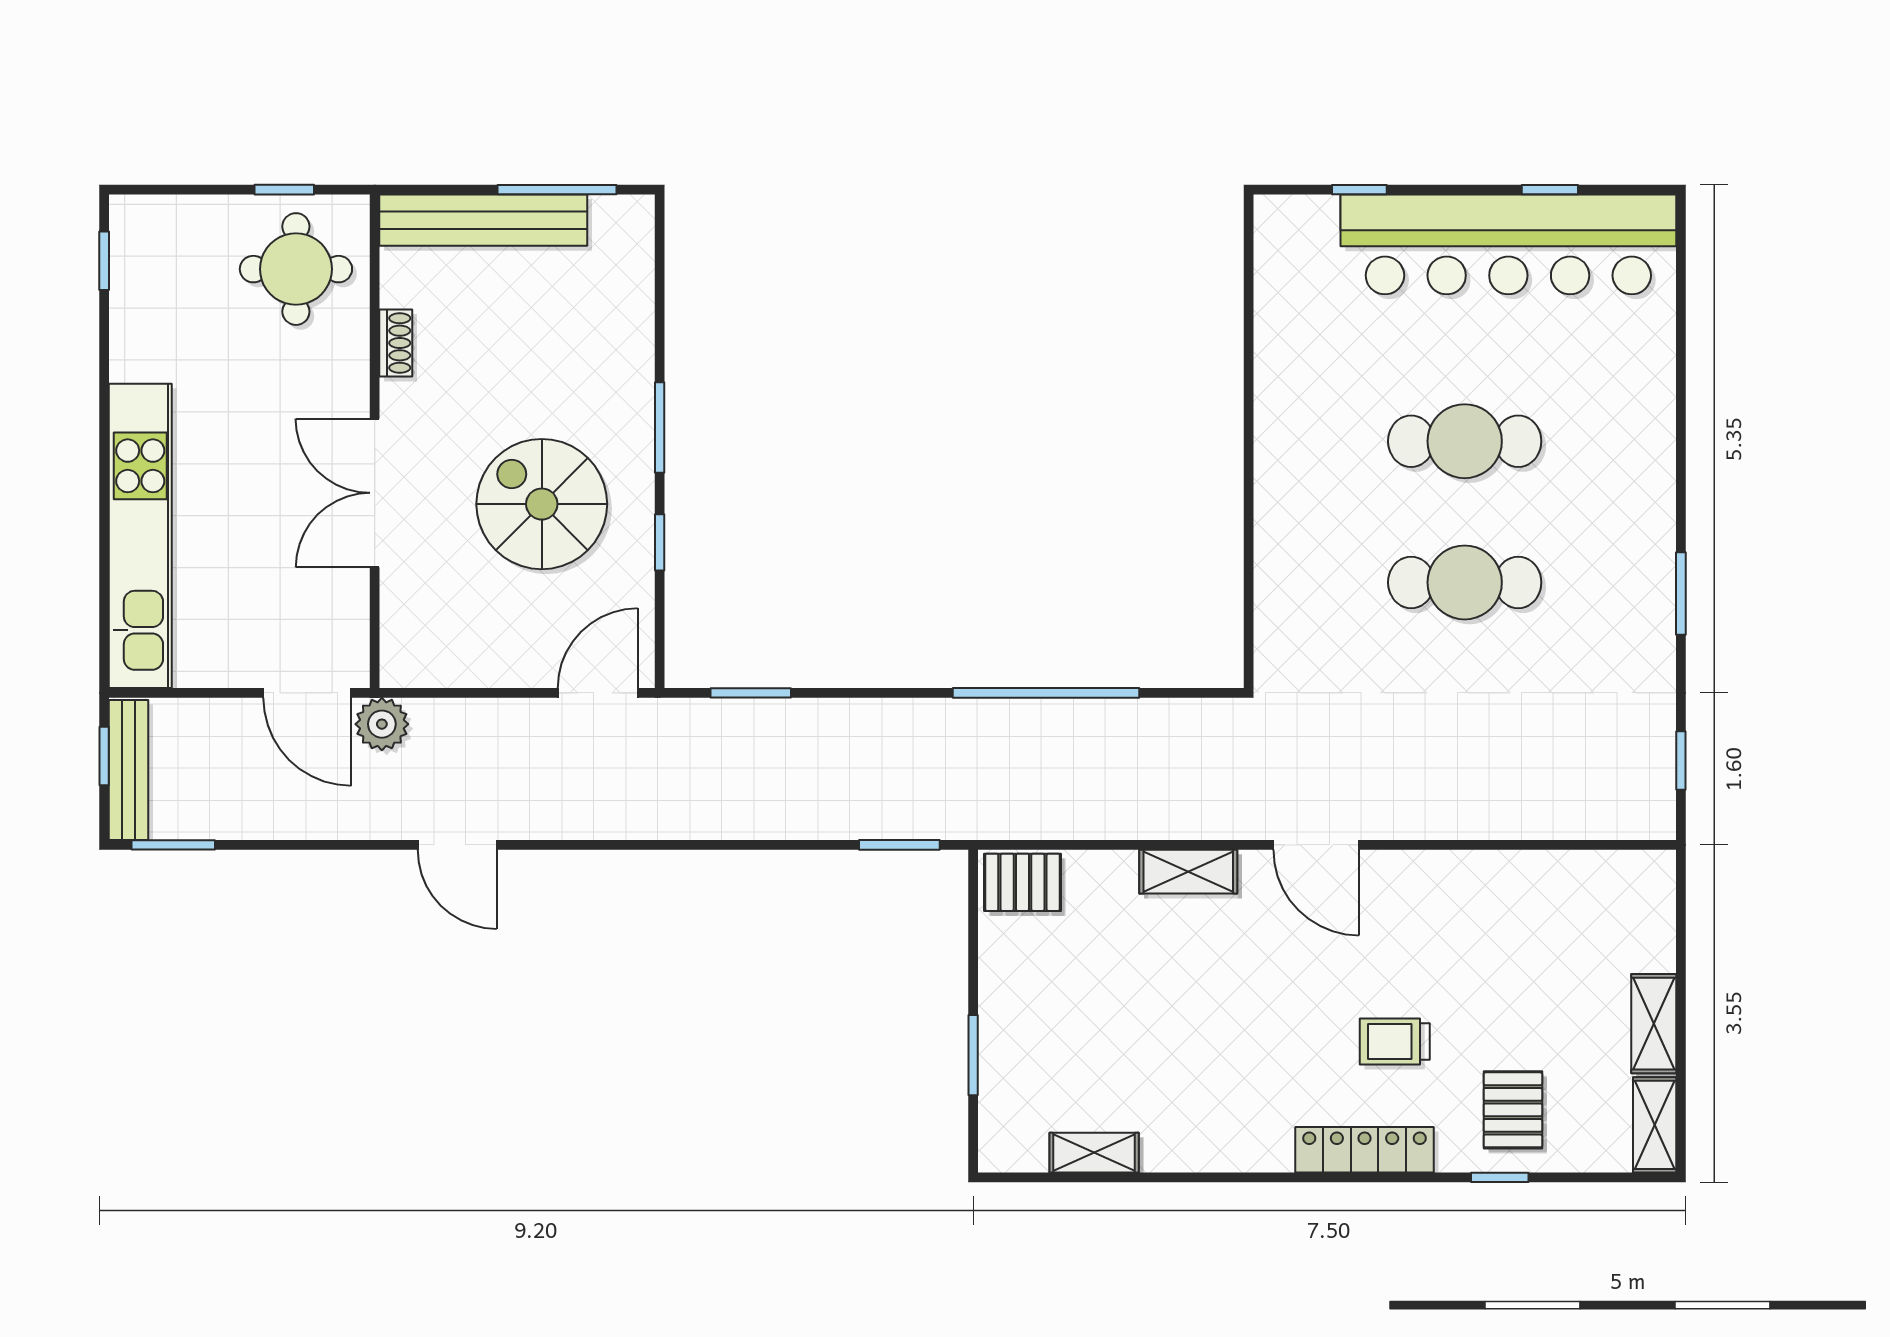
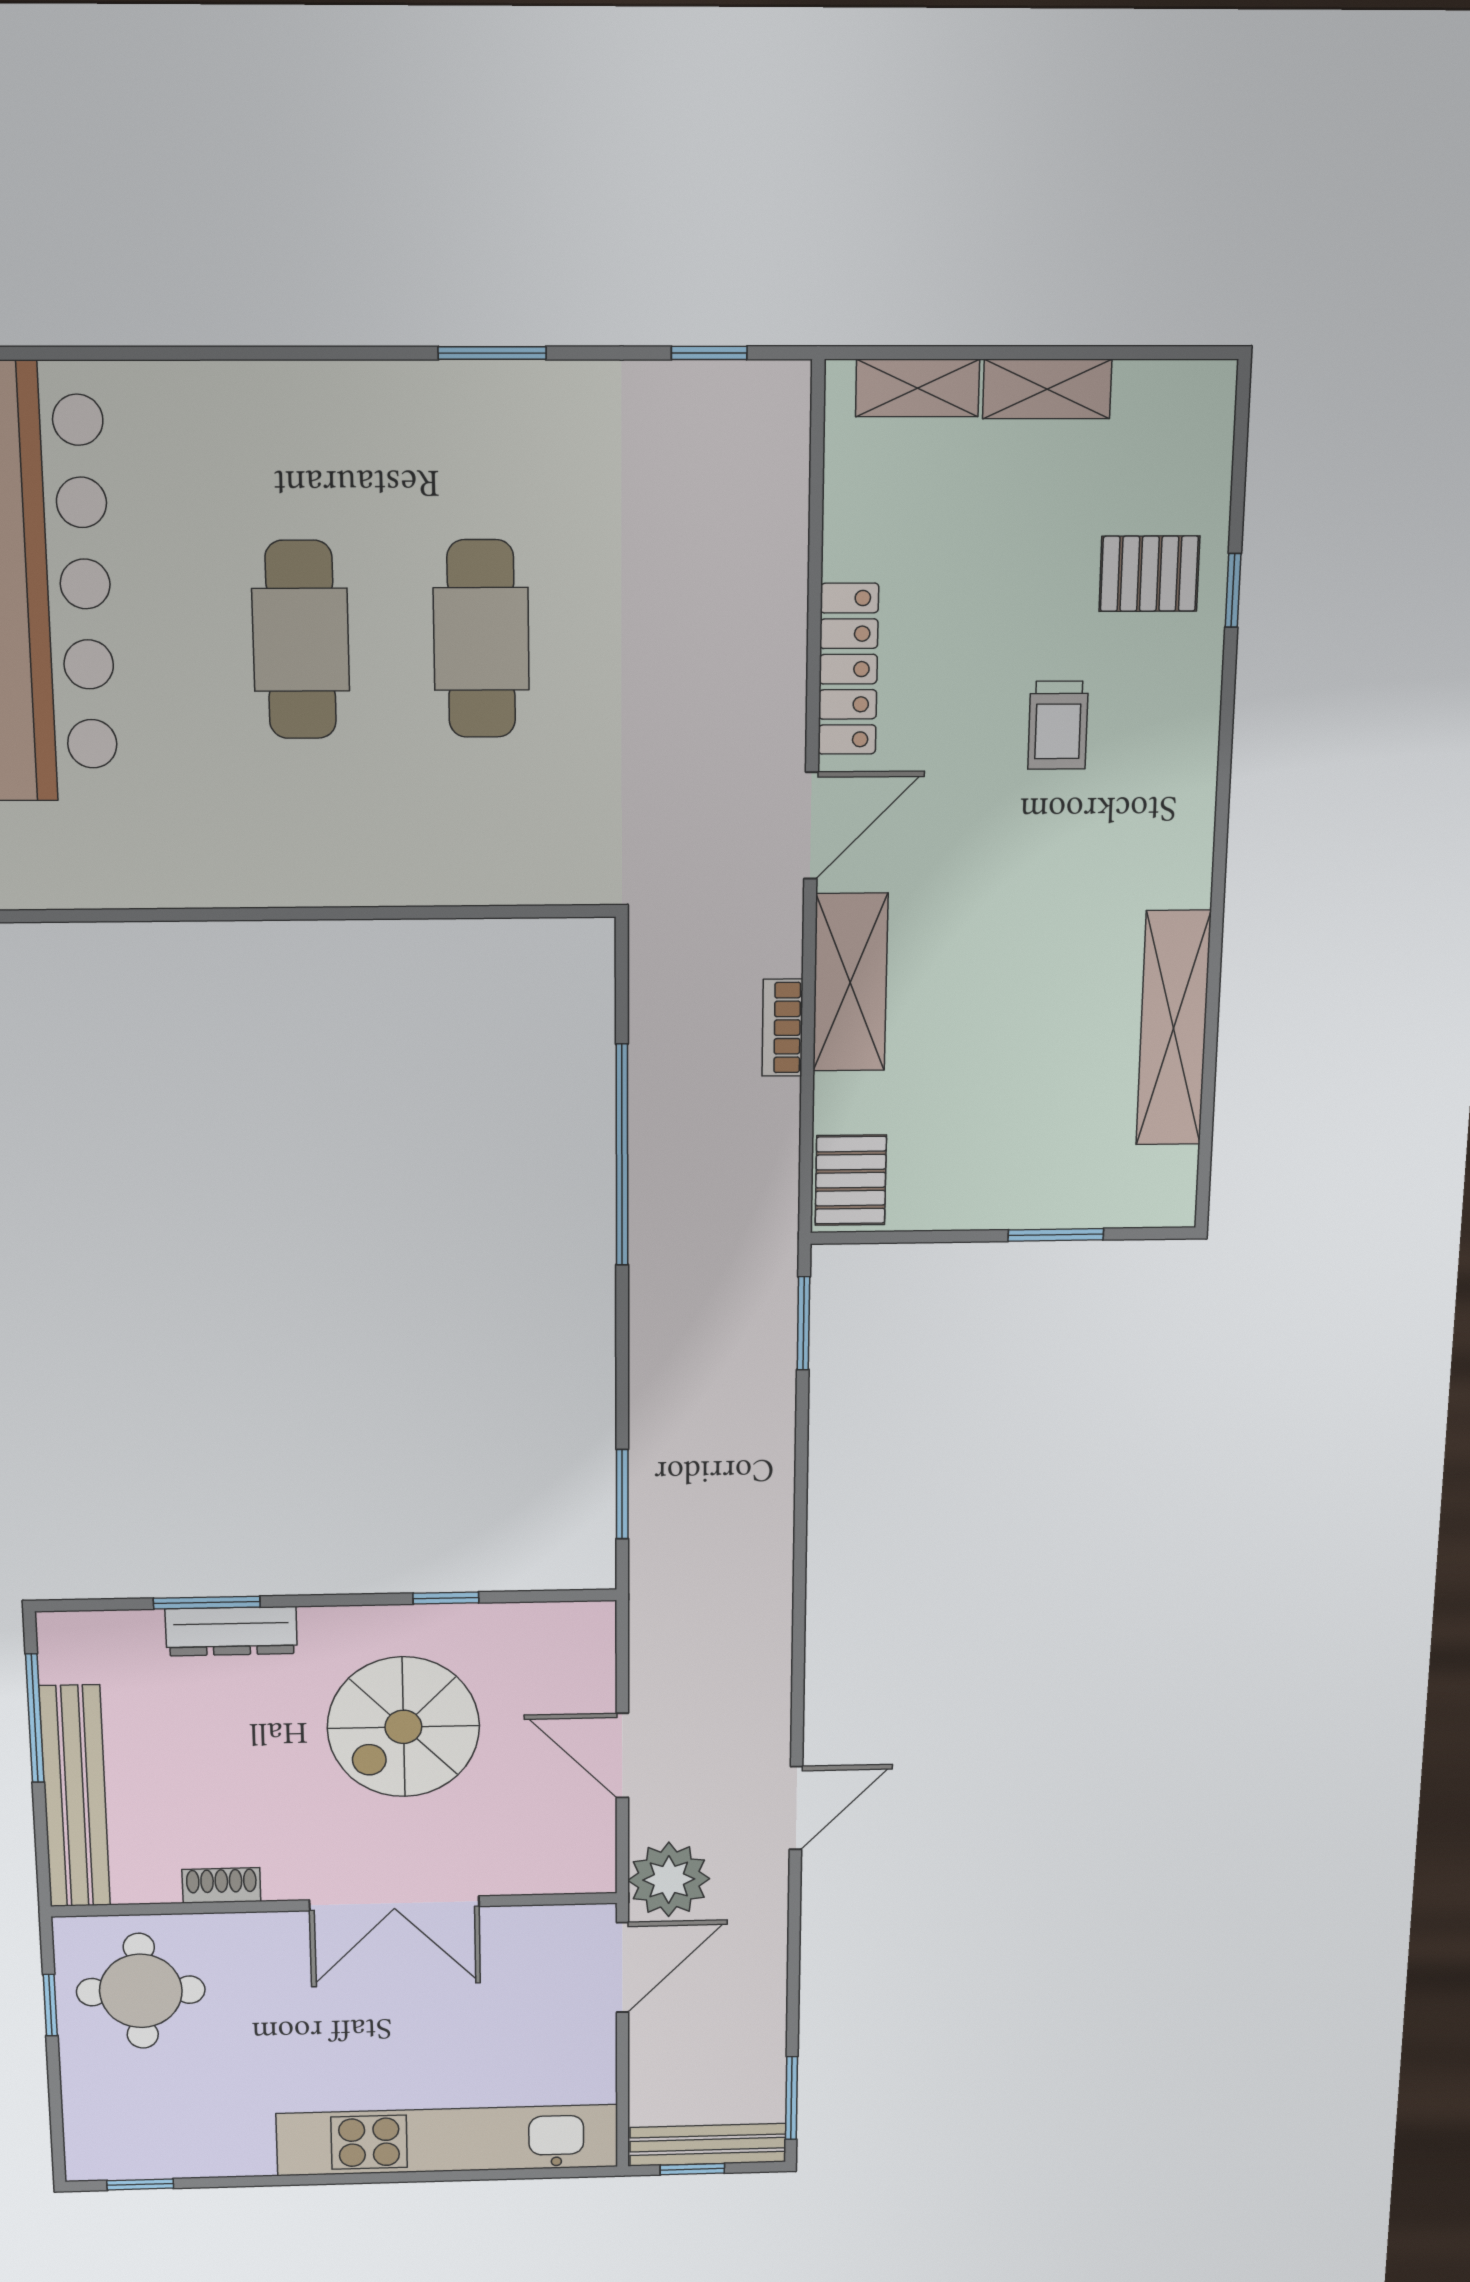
dresser: (633, 359) -> (231, 1631), added
window: (660, 428) -> (207, 1603), moved
door: (598, 693) -> (622, 1756), moved
plant: (382, 724) -> (669, 1879), width x1.36, depth x1.36
bookcase: (1151, 824) -> (783, 1028), added
shelving: (1188, 872) -> (850, 982), width x1.50, depth x1.33
shelving: (1655, 1125) -> (918, 388), moved
locker: (1365, 1150) -> (848, 669), moved, turned 180
shelving: (1094, 1153) -> (1173, 1028), width x2.20, depth x1.33

